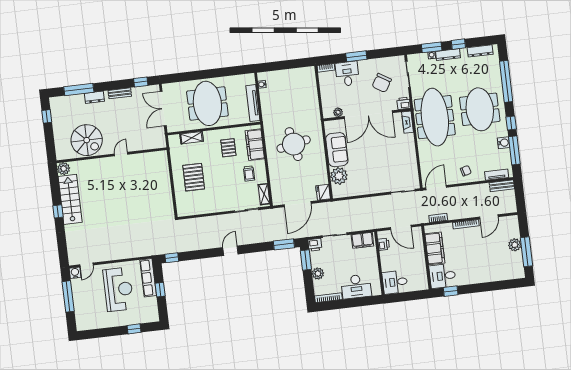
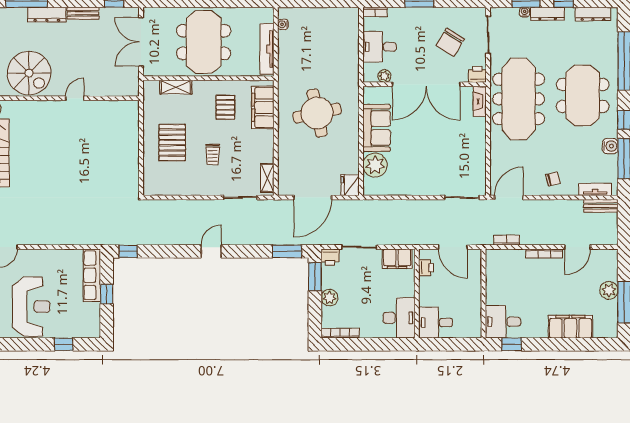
desk: (347, 74) -> (380, 47), moved, turned -90
dresser: (94, 97) -> (47, 15), width x1.44
trolley: (249, 173) -> (213, 154), moved
filing cabinet: (435, 248) -> (571, 327), moved, turned -90
desk: (356, 287) -> (399, 318), moved, turned -90
reception desk: (118, 289) -> (31, 307), moved

